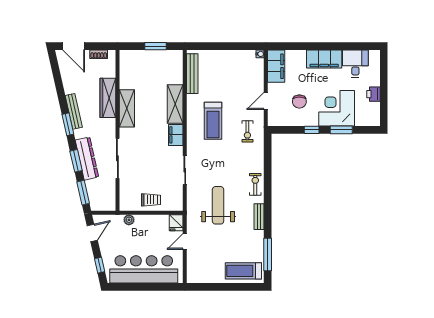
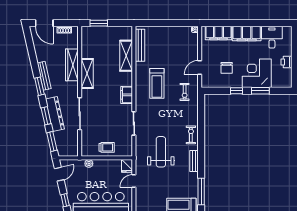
window: (156, 46) -> (99, 23), moved
filing cabinet: (276, 66) -> (218, 33), moved, turned 90
shelving: (175, 104) -> (126, 56), moved

